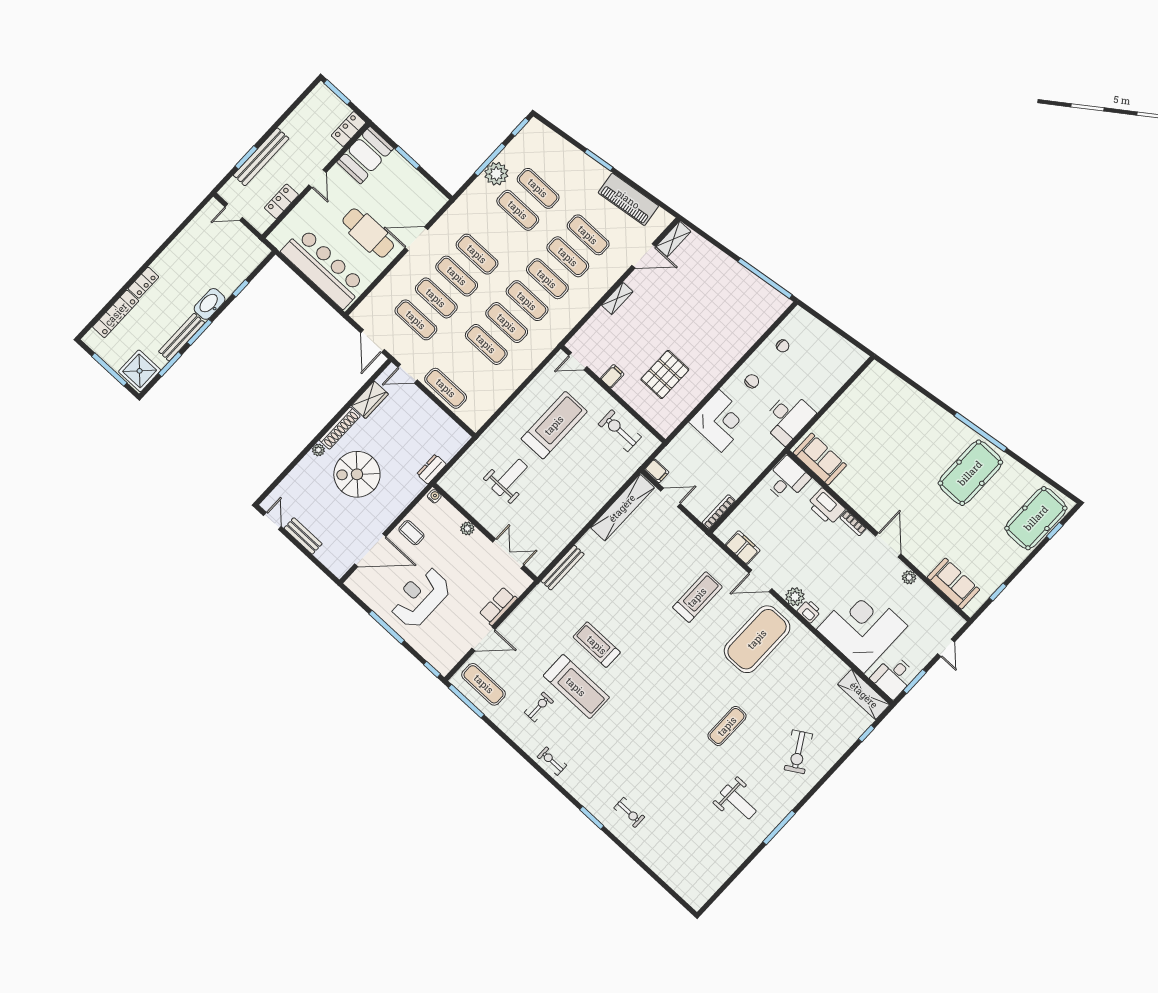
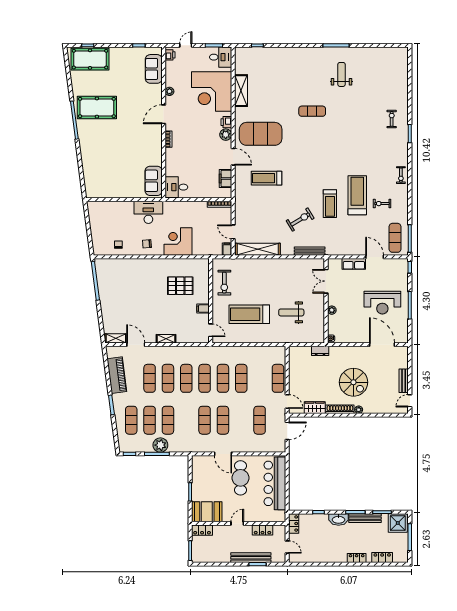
locker: (254, 246) -> (294, 524), added
exercise mat: (436, 298) -> (131, 420), moved
locker: (116, 314) -> (382, 557), width x0.66
printer: (826, 507) -> (170, 55), moved, width x0.53, depth x0.68
coffee table: (411, 533) -> (357, 333), removed
shelving: (864, 695) -> (241, 91), moved
exercise bike: (798, 752) -> (300, 219), moved

